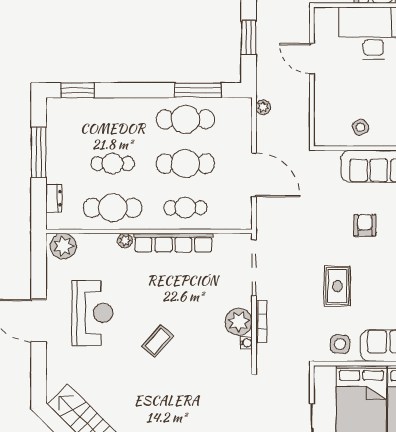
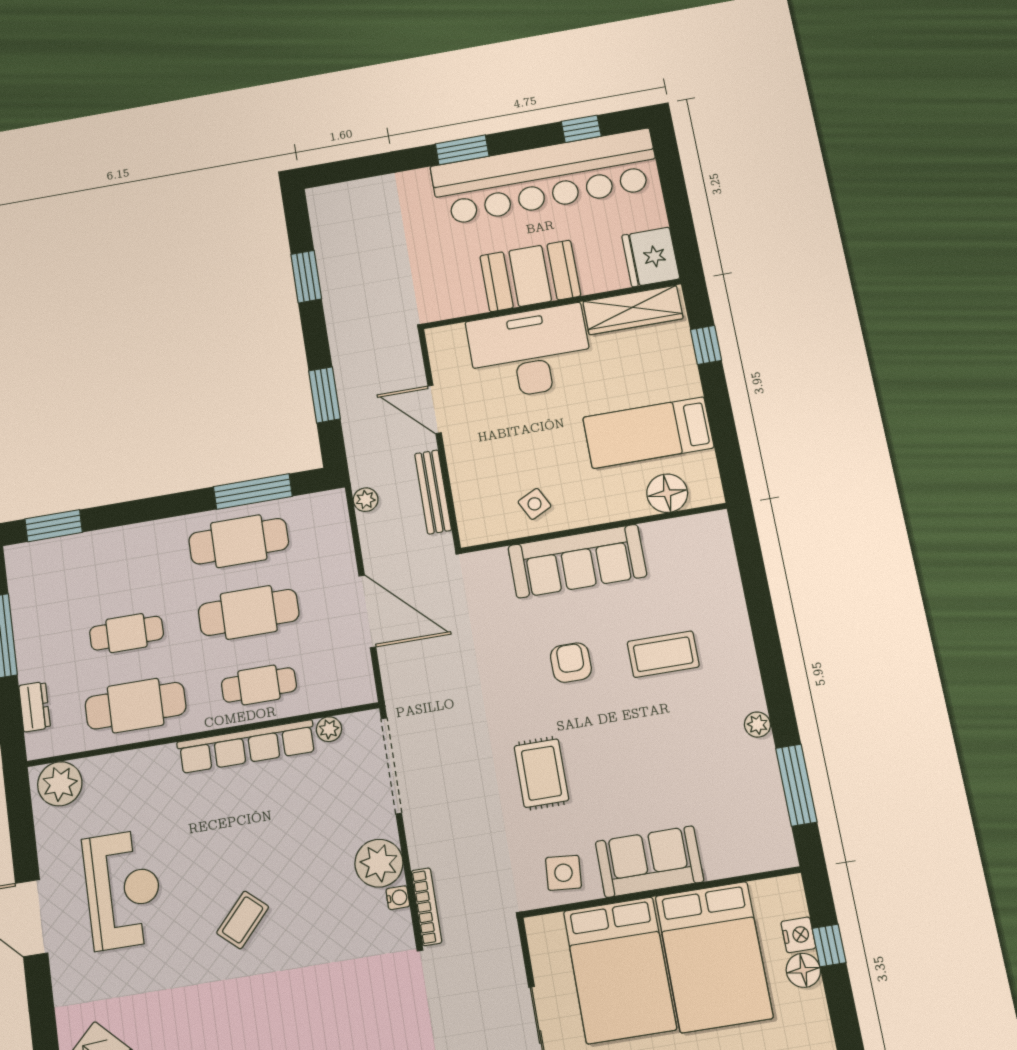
bench: (303, 109) -> (433, 492), added
plant: (125, 241) -> (329, 729), moved
bookcase: (261, 322) -> (426, 907), moved

